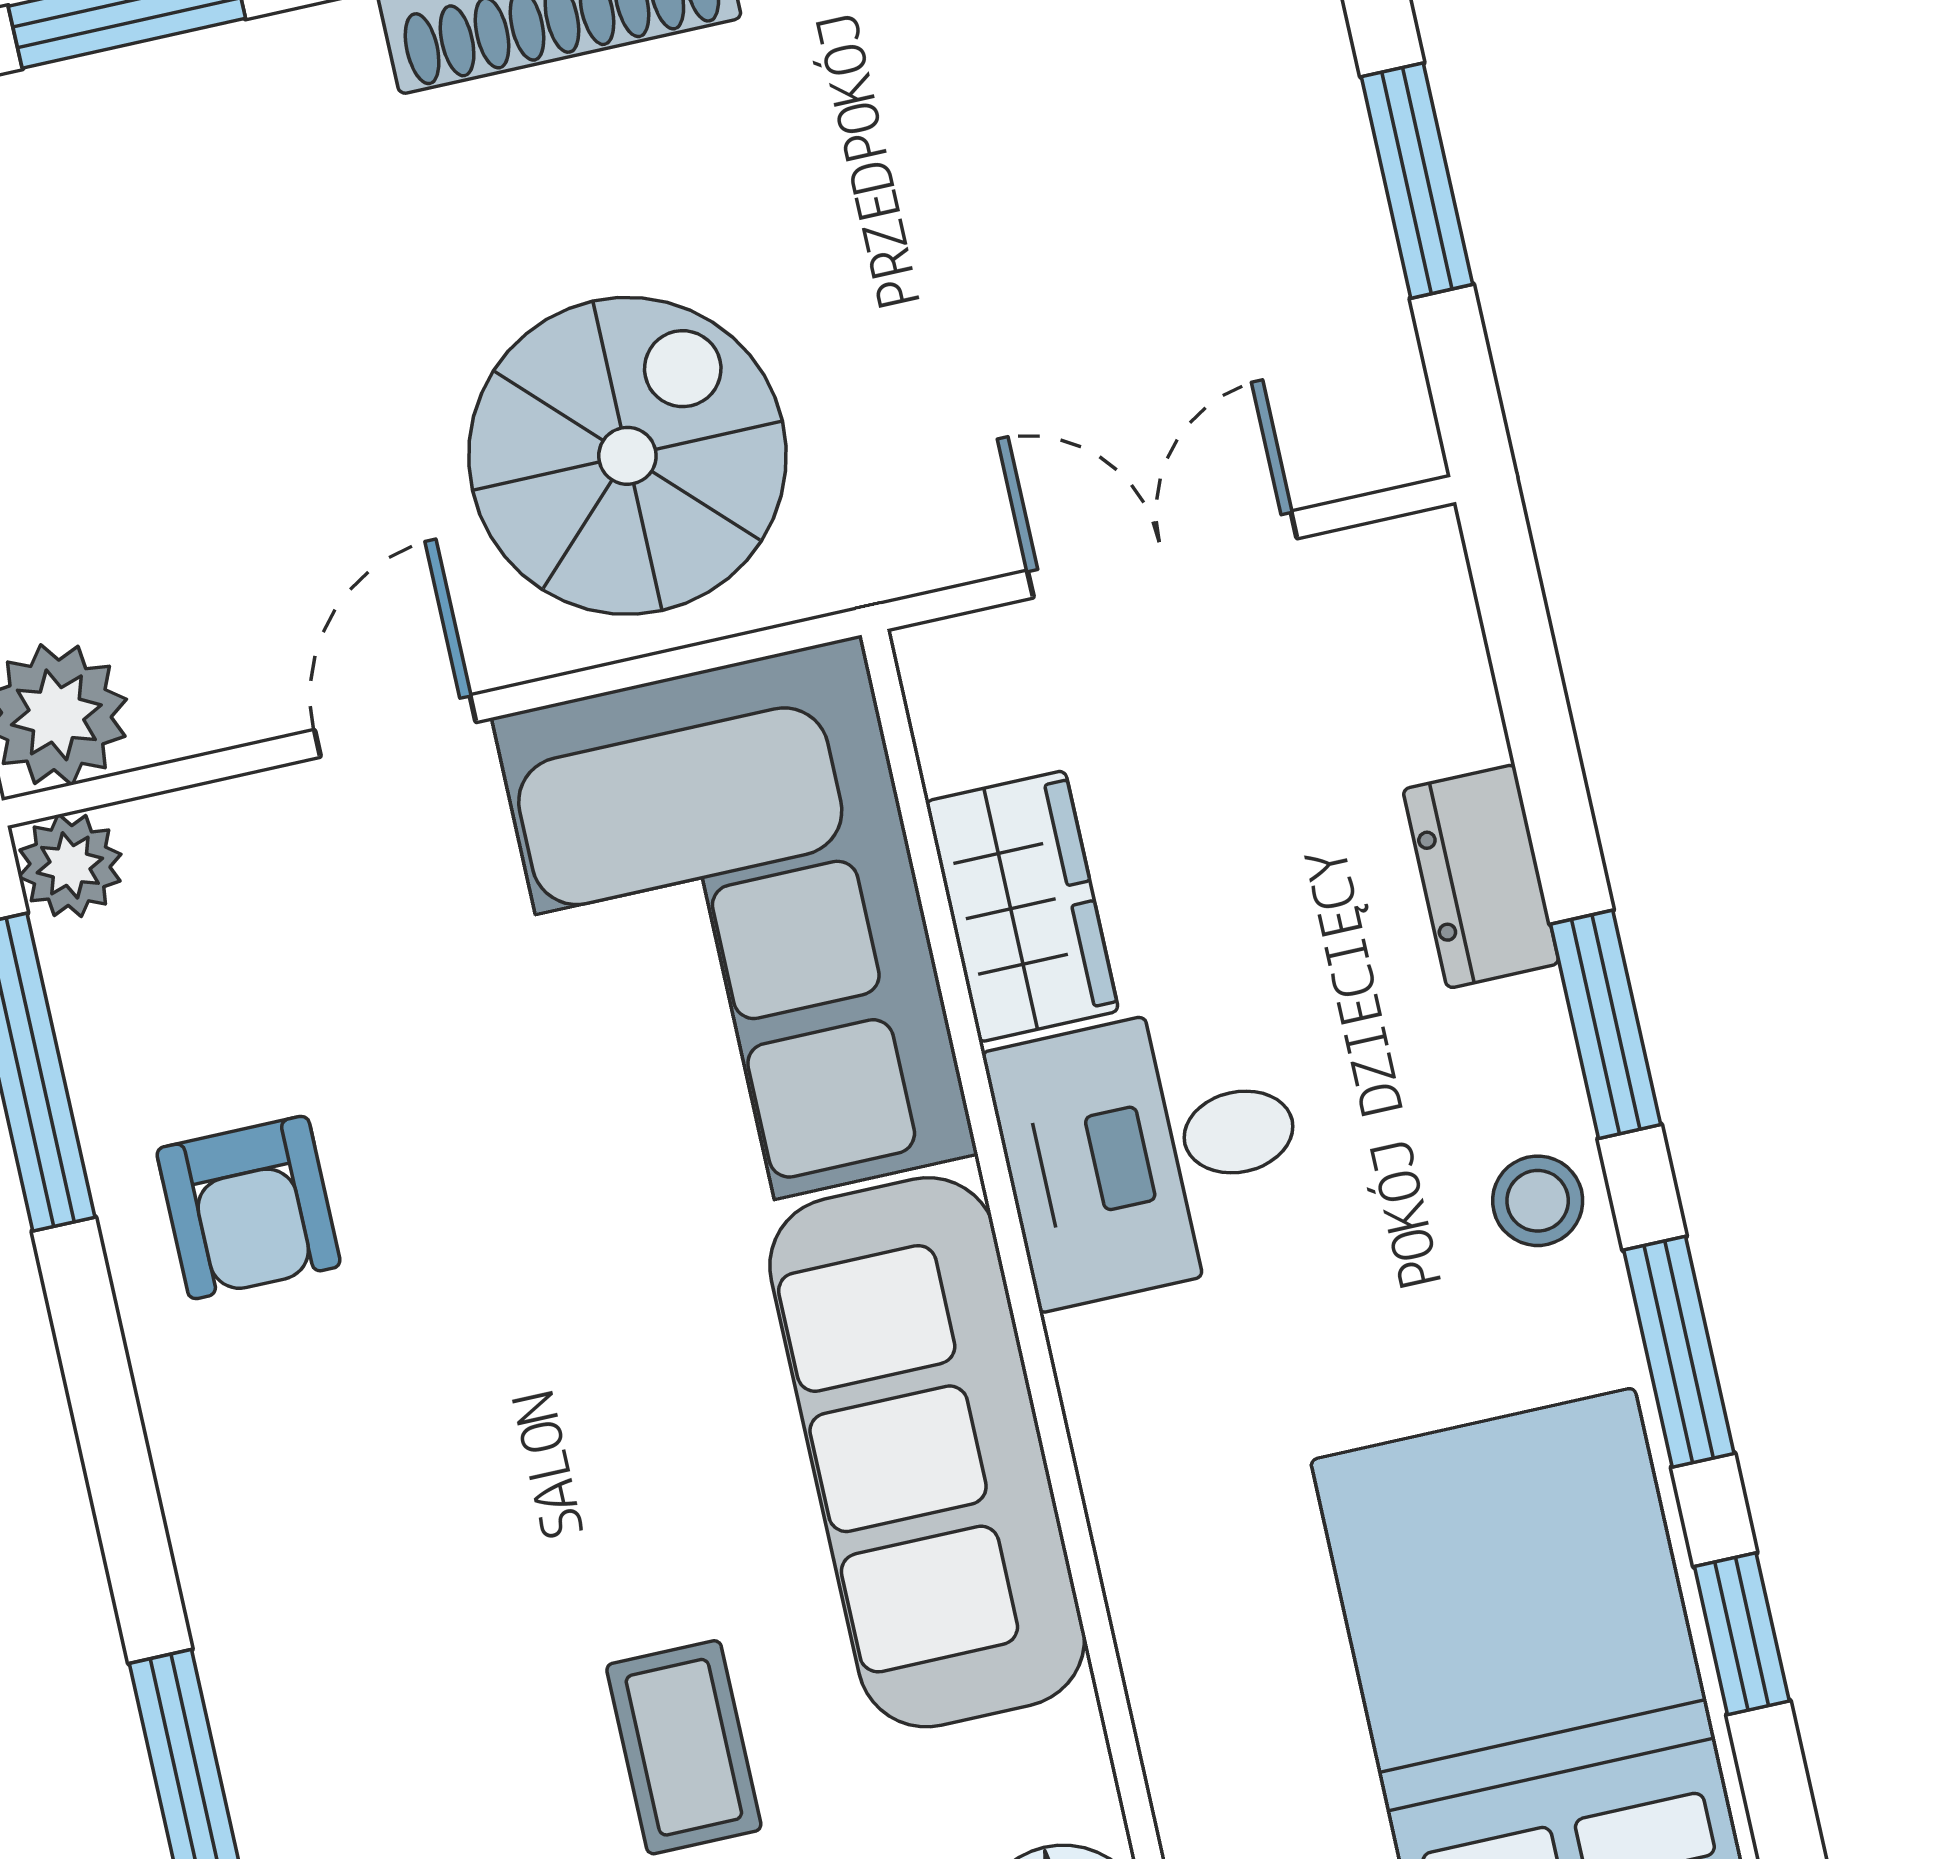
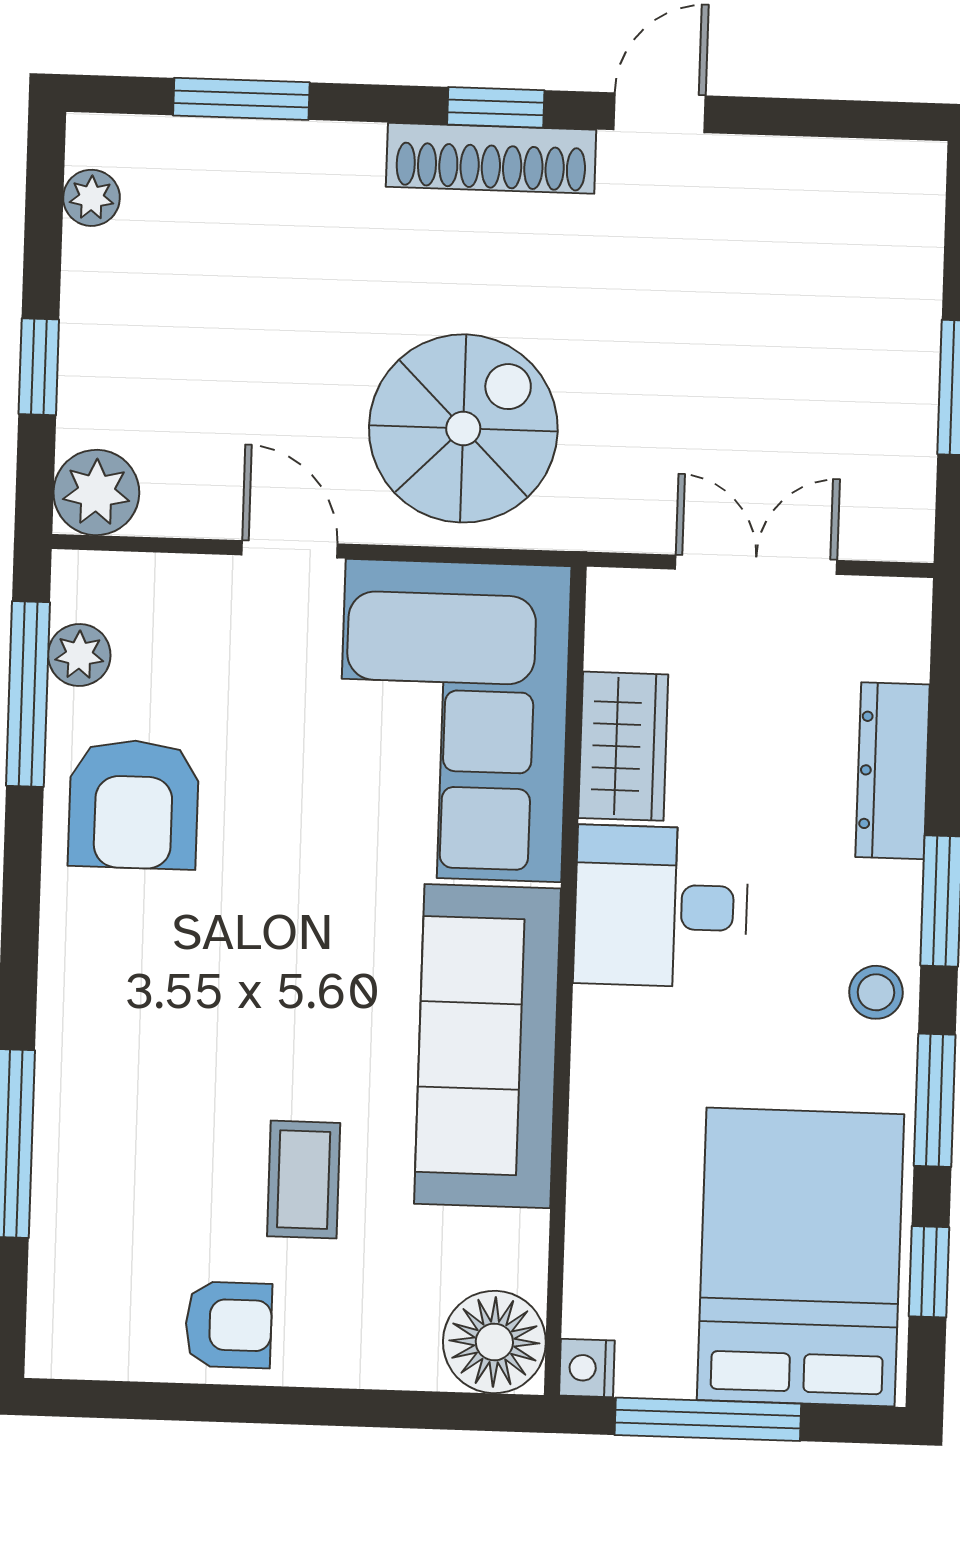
door: (395, 726) -> (290, 549), hinge flipped
plant: (70, 865) -> (79, 655), moved
dresser: (1481, 876) -> (893, 771), width x1.44
armchair: (249, 1207) -> (134, 804), width x1.38, depth x1.38

